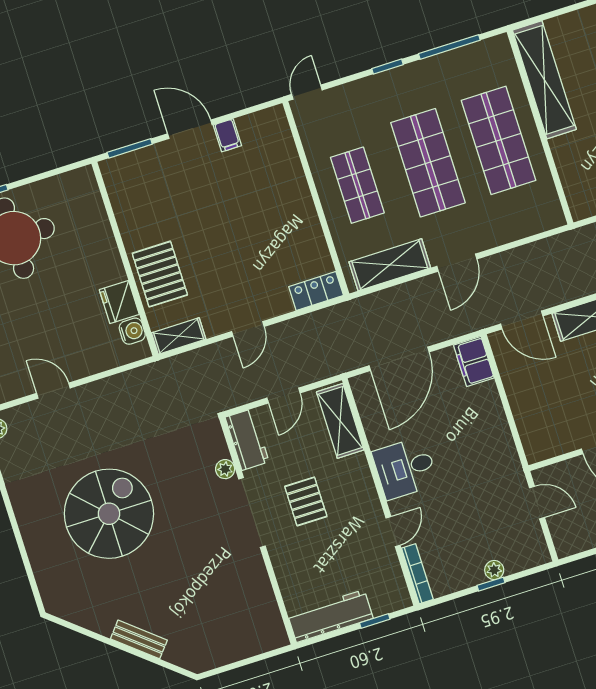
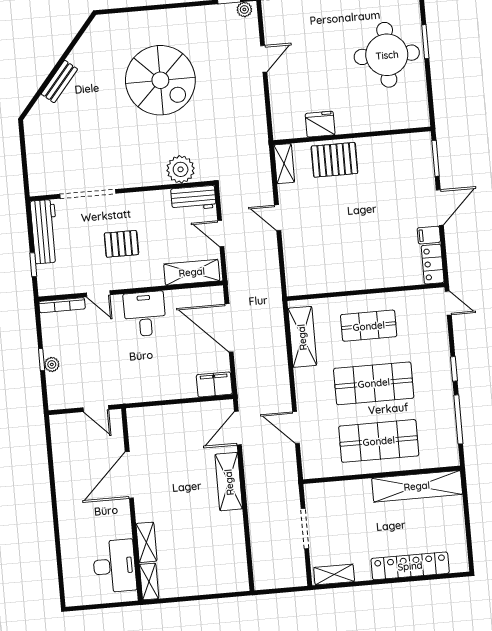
door: (457, 263) -> (296, 427), moved
locker: (316, 291) -> (433, 264), moved, turned 180
water cooler: (132, 331) -> (296, 129), removed
plant: (225, 469) -> (181, 169), width x1.87, depth x1.87
pallet: (306, 501) -> (121, 244), moved
door: (537, 503) -> (96, 409), hinge flipped
doorway: (252, 512) -> (88, 194), moved

